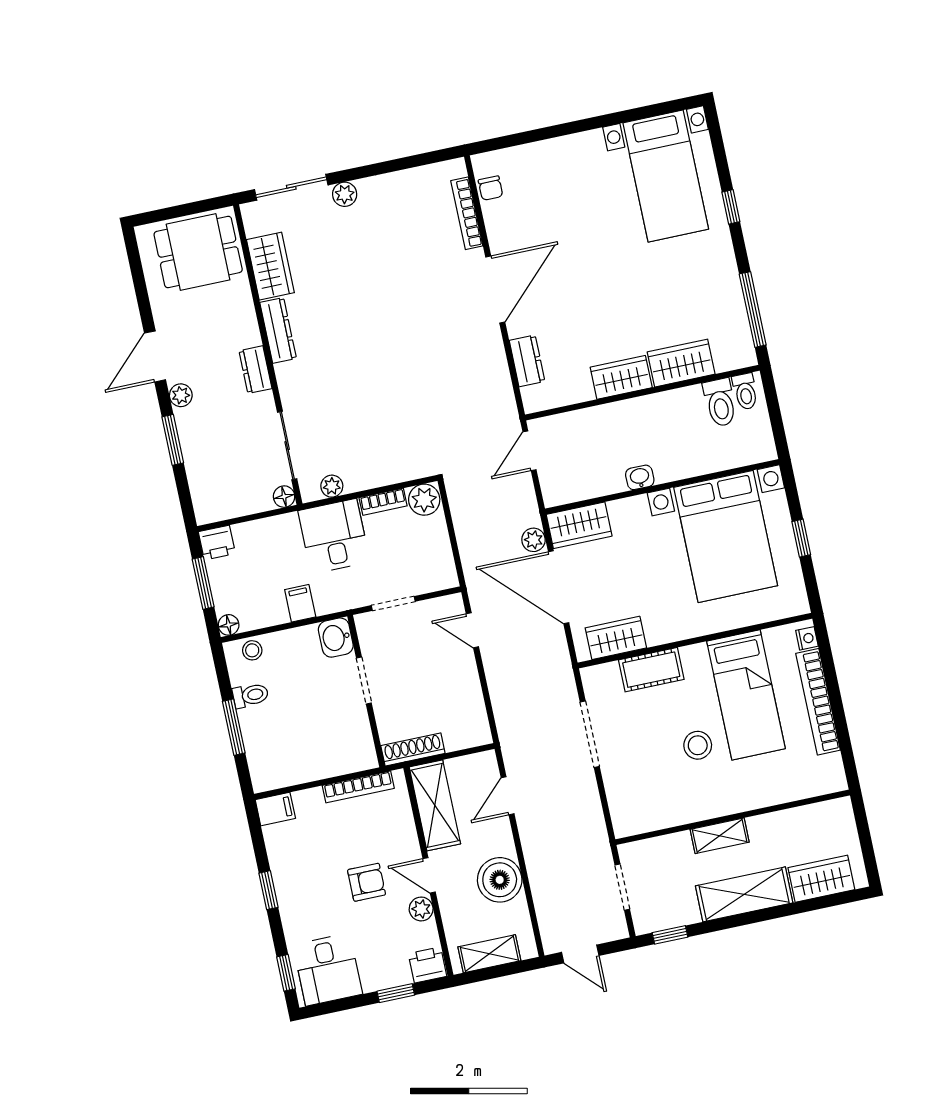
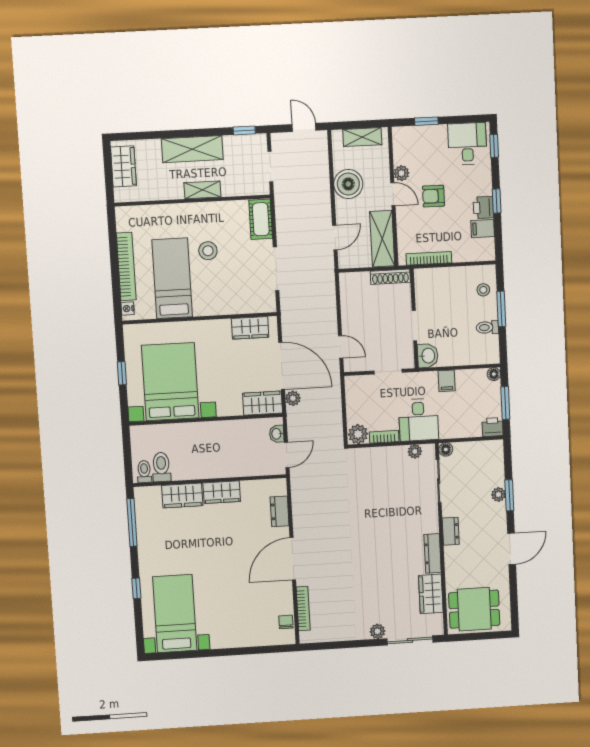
plant: (181, 395) -> (498, 495), moved
washbasin: (640, 477) -> (277, 434), moved, turned 90
stool: (252, 650) -> (483, 290), moved
cot: (651, 670) -> (261, 219), moved, turned 90
filing cabinet: (275, 809) -> (483, 229), moved
wardrobe: (821, 879) -> (123, 166), moved, turned -90
printer: (428, 965) -> (483, 207), moved, turned 90

